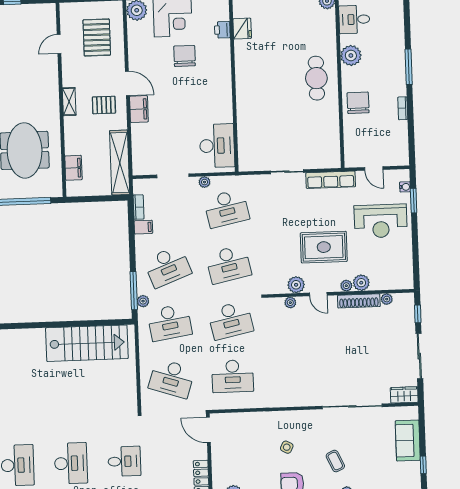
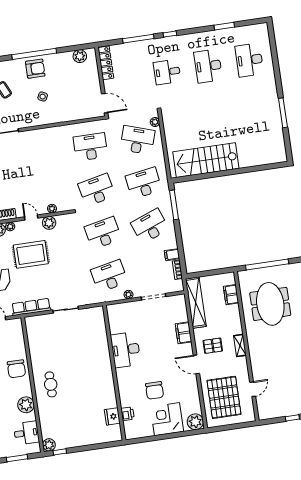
pallet: (97, 37) -> (224, 397), width x1.37, depth x1.41
cafe table: (316, 78) -> (51, 384), width x0.73, depth x0.74
filing cabinet: (139, 109) -> (183, 333), moved
desk: (217, 146) -> (126, 350), moved
plant: (143, 301) -> (155, 122), moved

